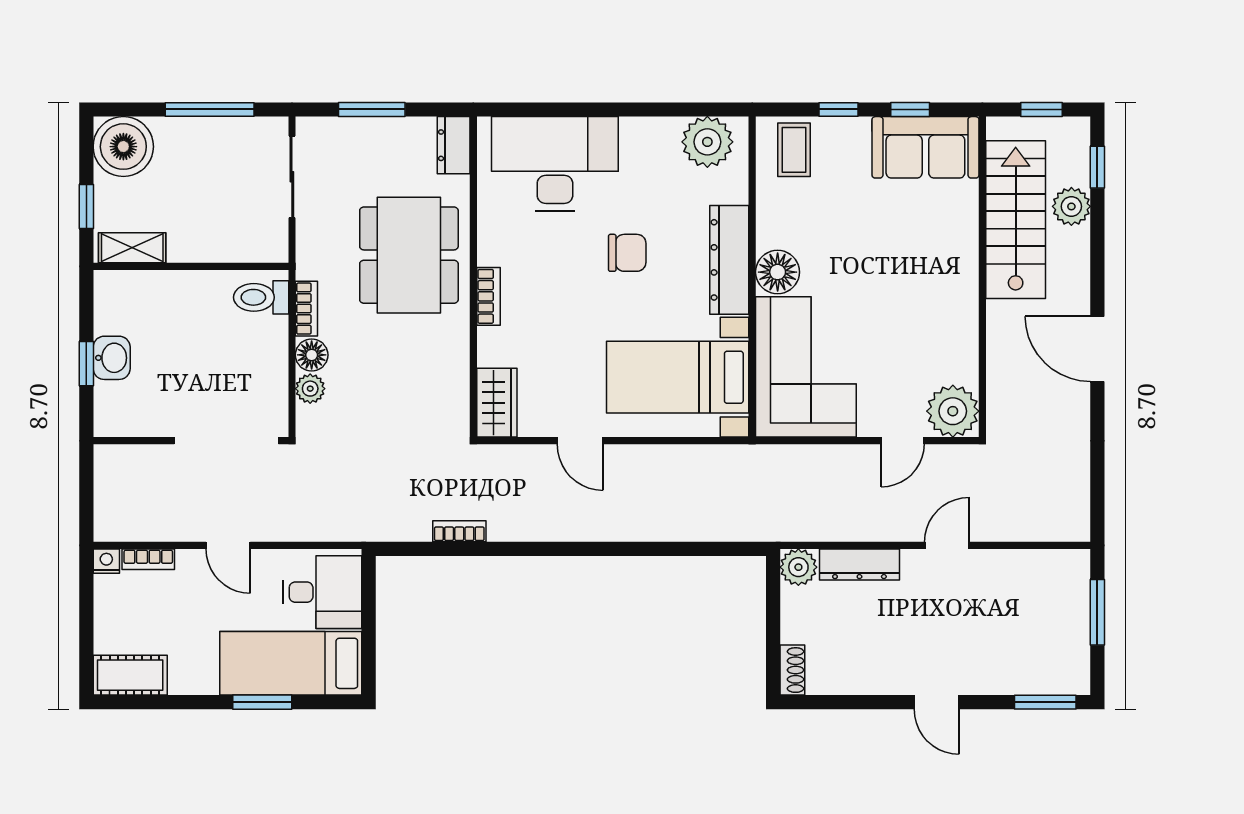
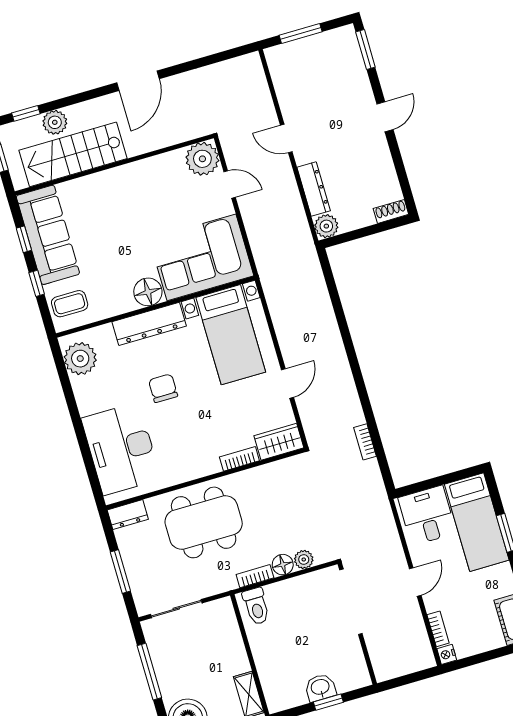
sofa: (925, 147) -> (48, 235), width x1.36
bookcase: (488, 296) -> (239, 459), moved

